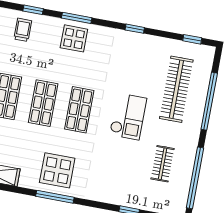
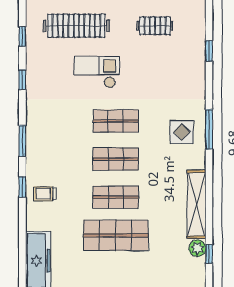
display table: (74, 38) -> (44, 140), removed
window: (192, 39) -> (22, 36), moved
checkout: (128, 116) -> (97, 72), moved
display table: (57, 170) -> (182, 132), width x0.73, depth x0.73

